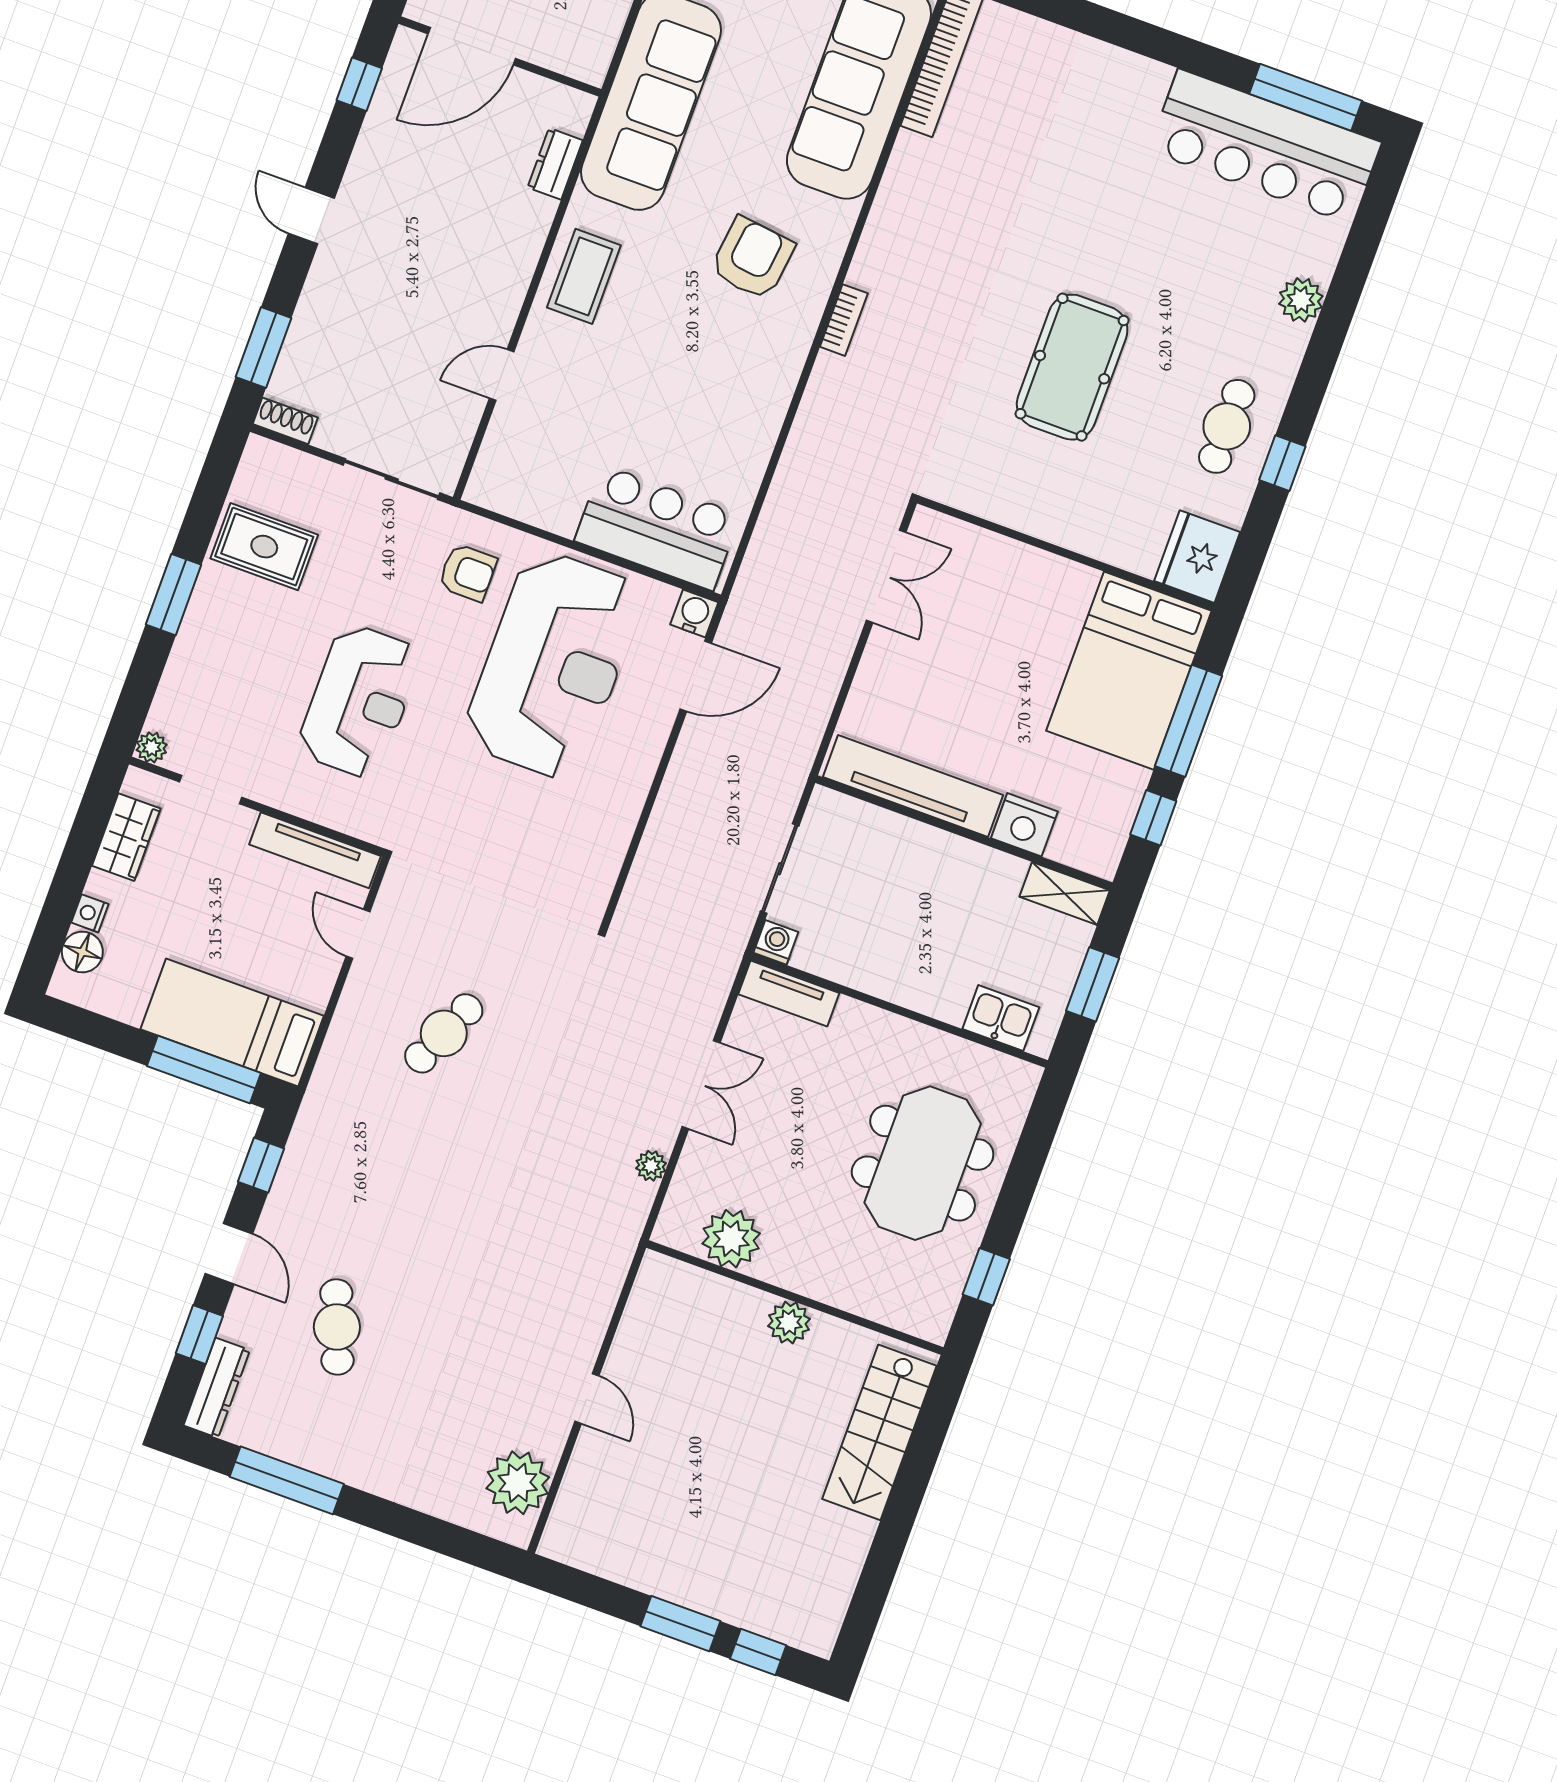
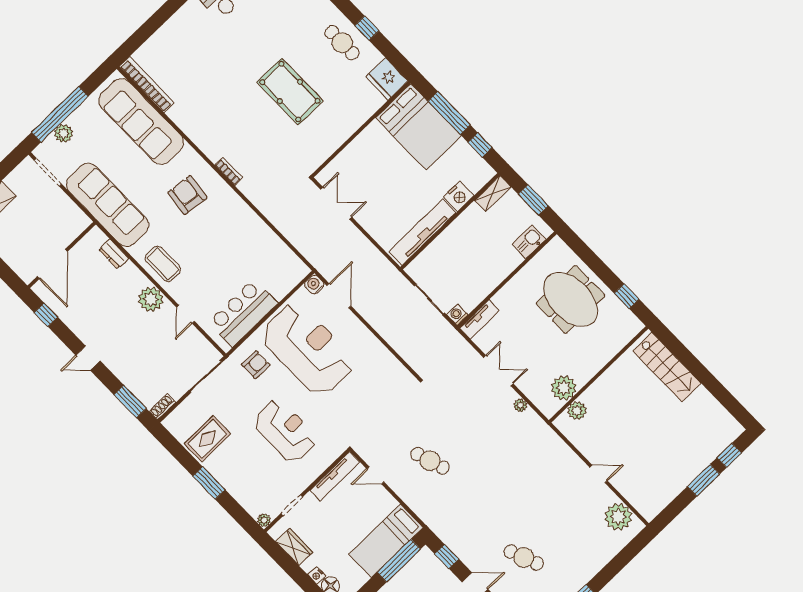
plant: (498, 287) -> (151, 299), added
bar counter: (658, 528) -> (243, 313), moved
cafe table: (444, 1033) -> (430, 461), turned -42
plant: (789, 1322) -> (577, 411), moved

